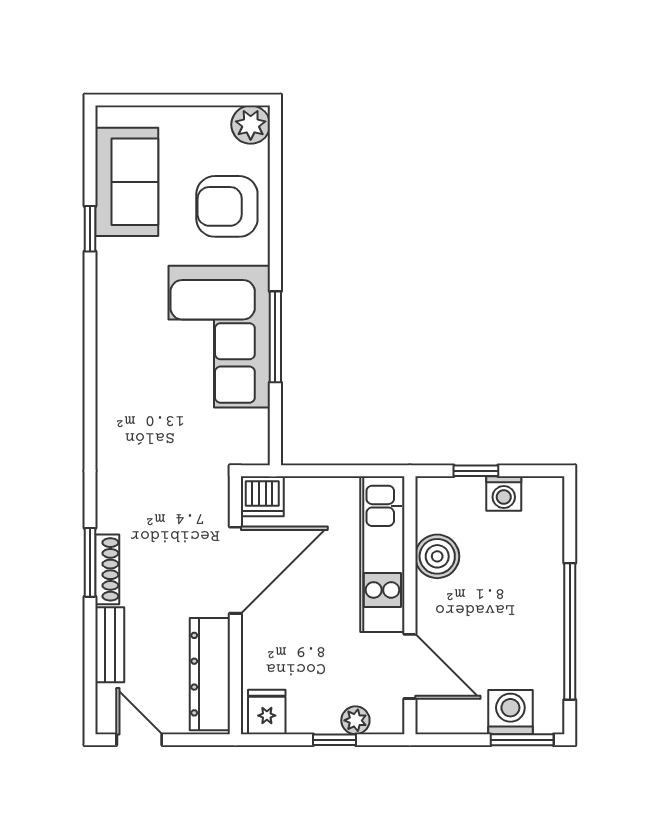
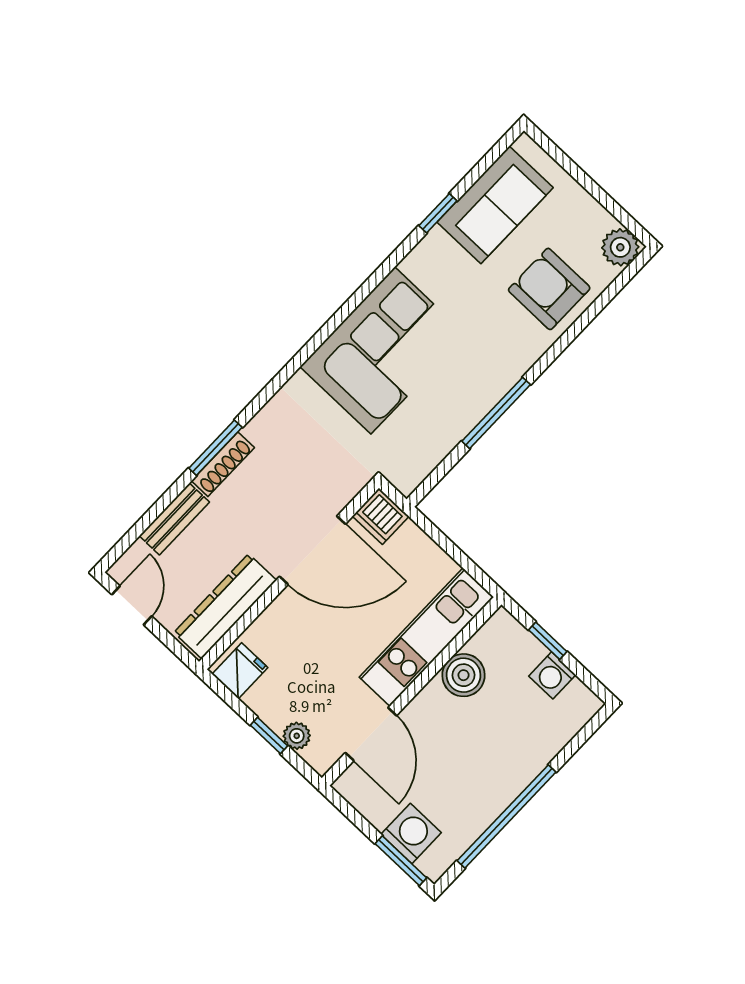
corner sofa: (219, 337) -> (383, 350), moved, turned 180

